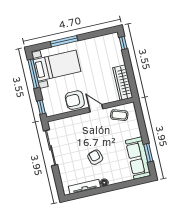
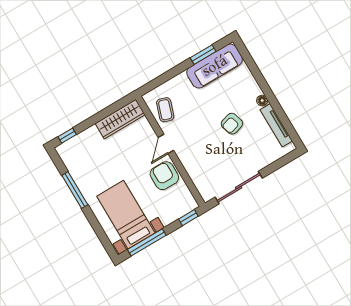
window: (64, 41) -> (75, 190), moved
armchair: (75, 100) -> (164, 176), turned 180

